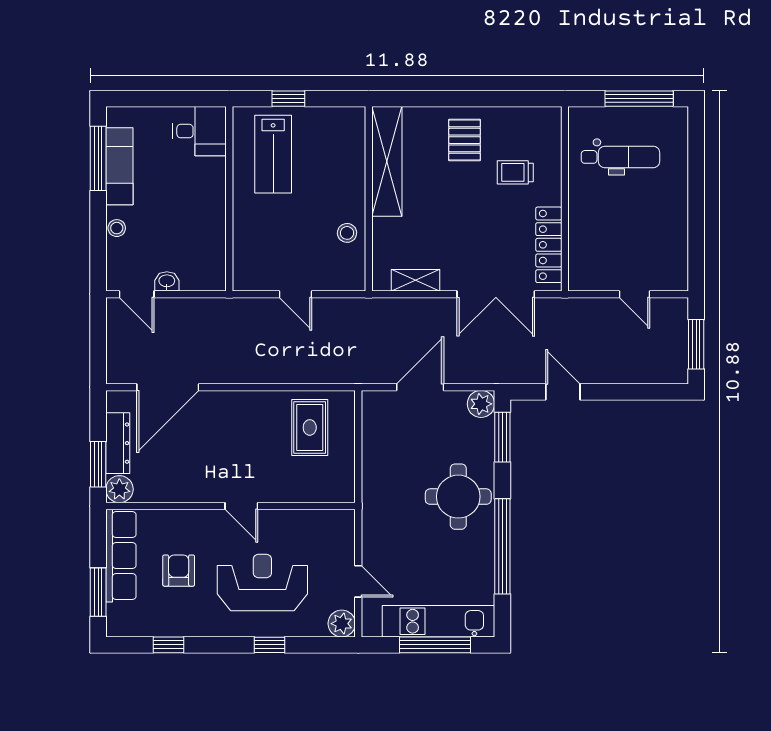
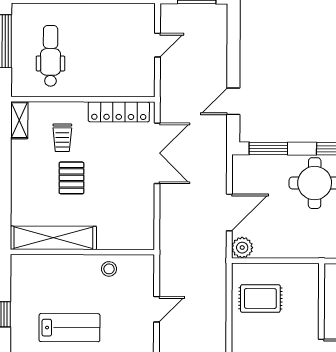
pallet: (465, 140) -> (71, 178), moved, turned 90
lab bench: (273, 154) -> (69, 328), moved
shelving: (416, 280) -> (19, 120), moved
door: (420, 387) -> (229, 212), swing flipped
plant: (481, 404) -> (242, 248), moved

